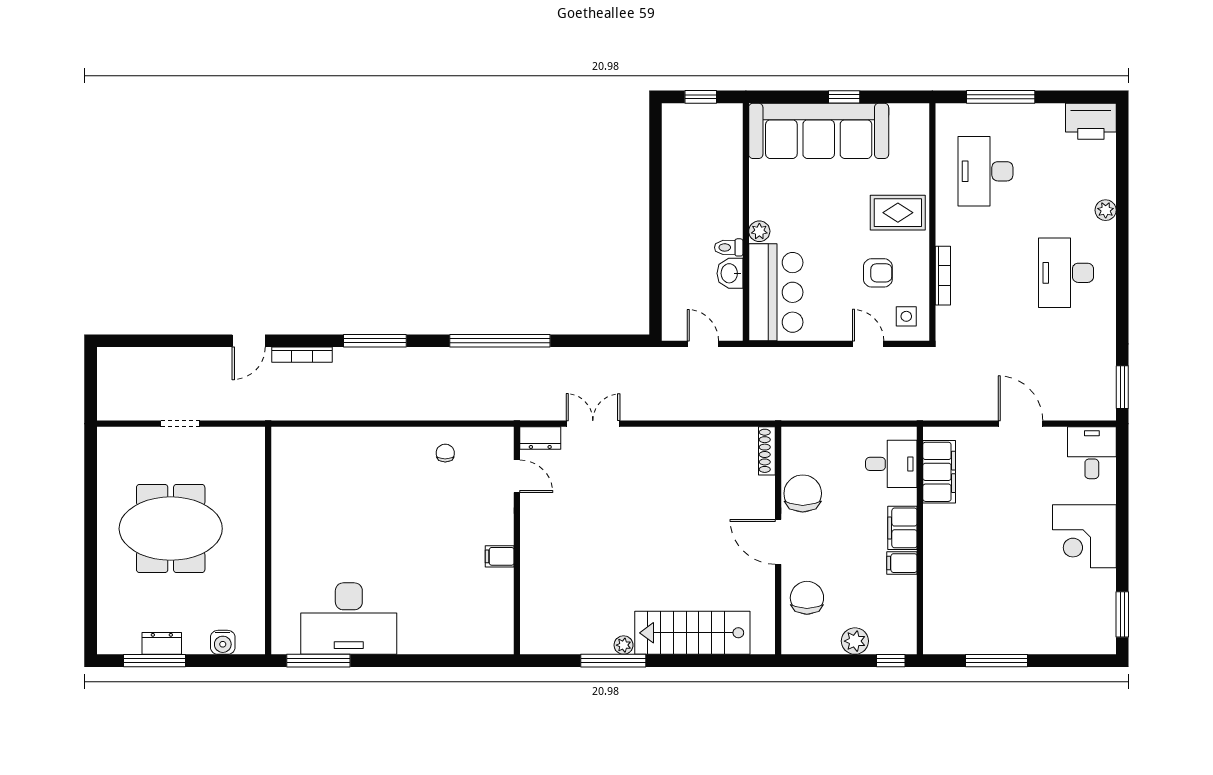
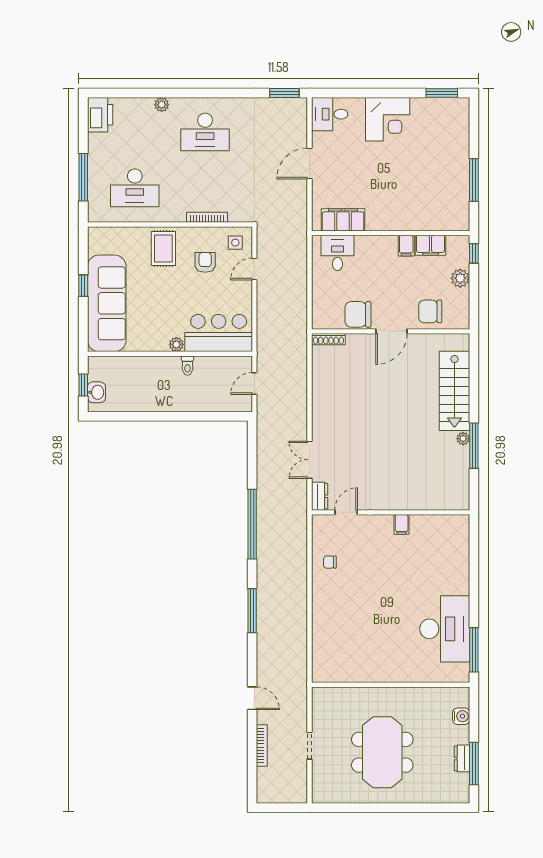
washbasin: (730, 273) -> (96, 392), moved, turned -90
bookcase: (302, 355) -> (262, 745), moved
filing cabinet: (902, 528) -> (431, 245), moved

